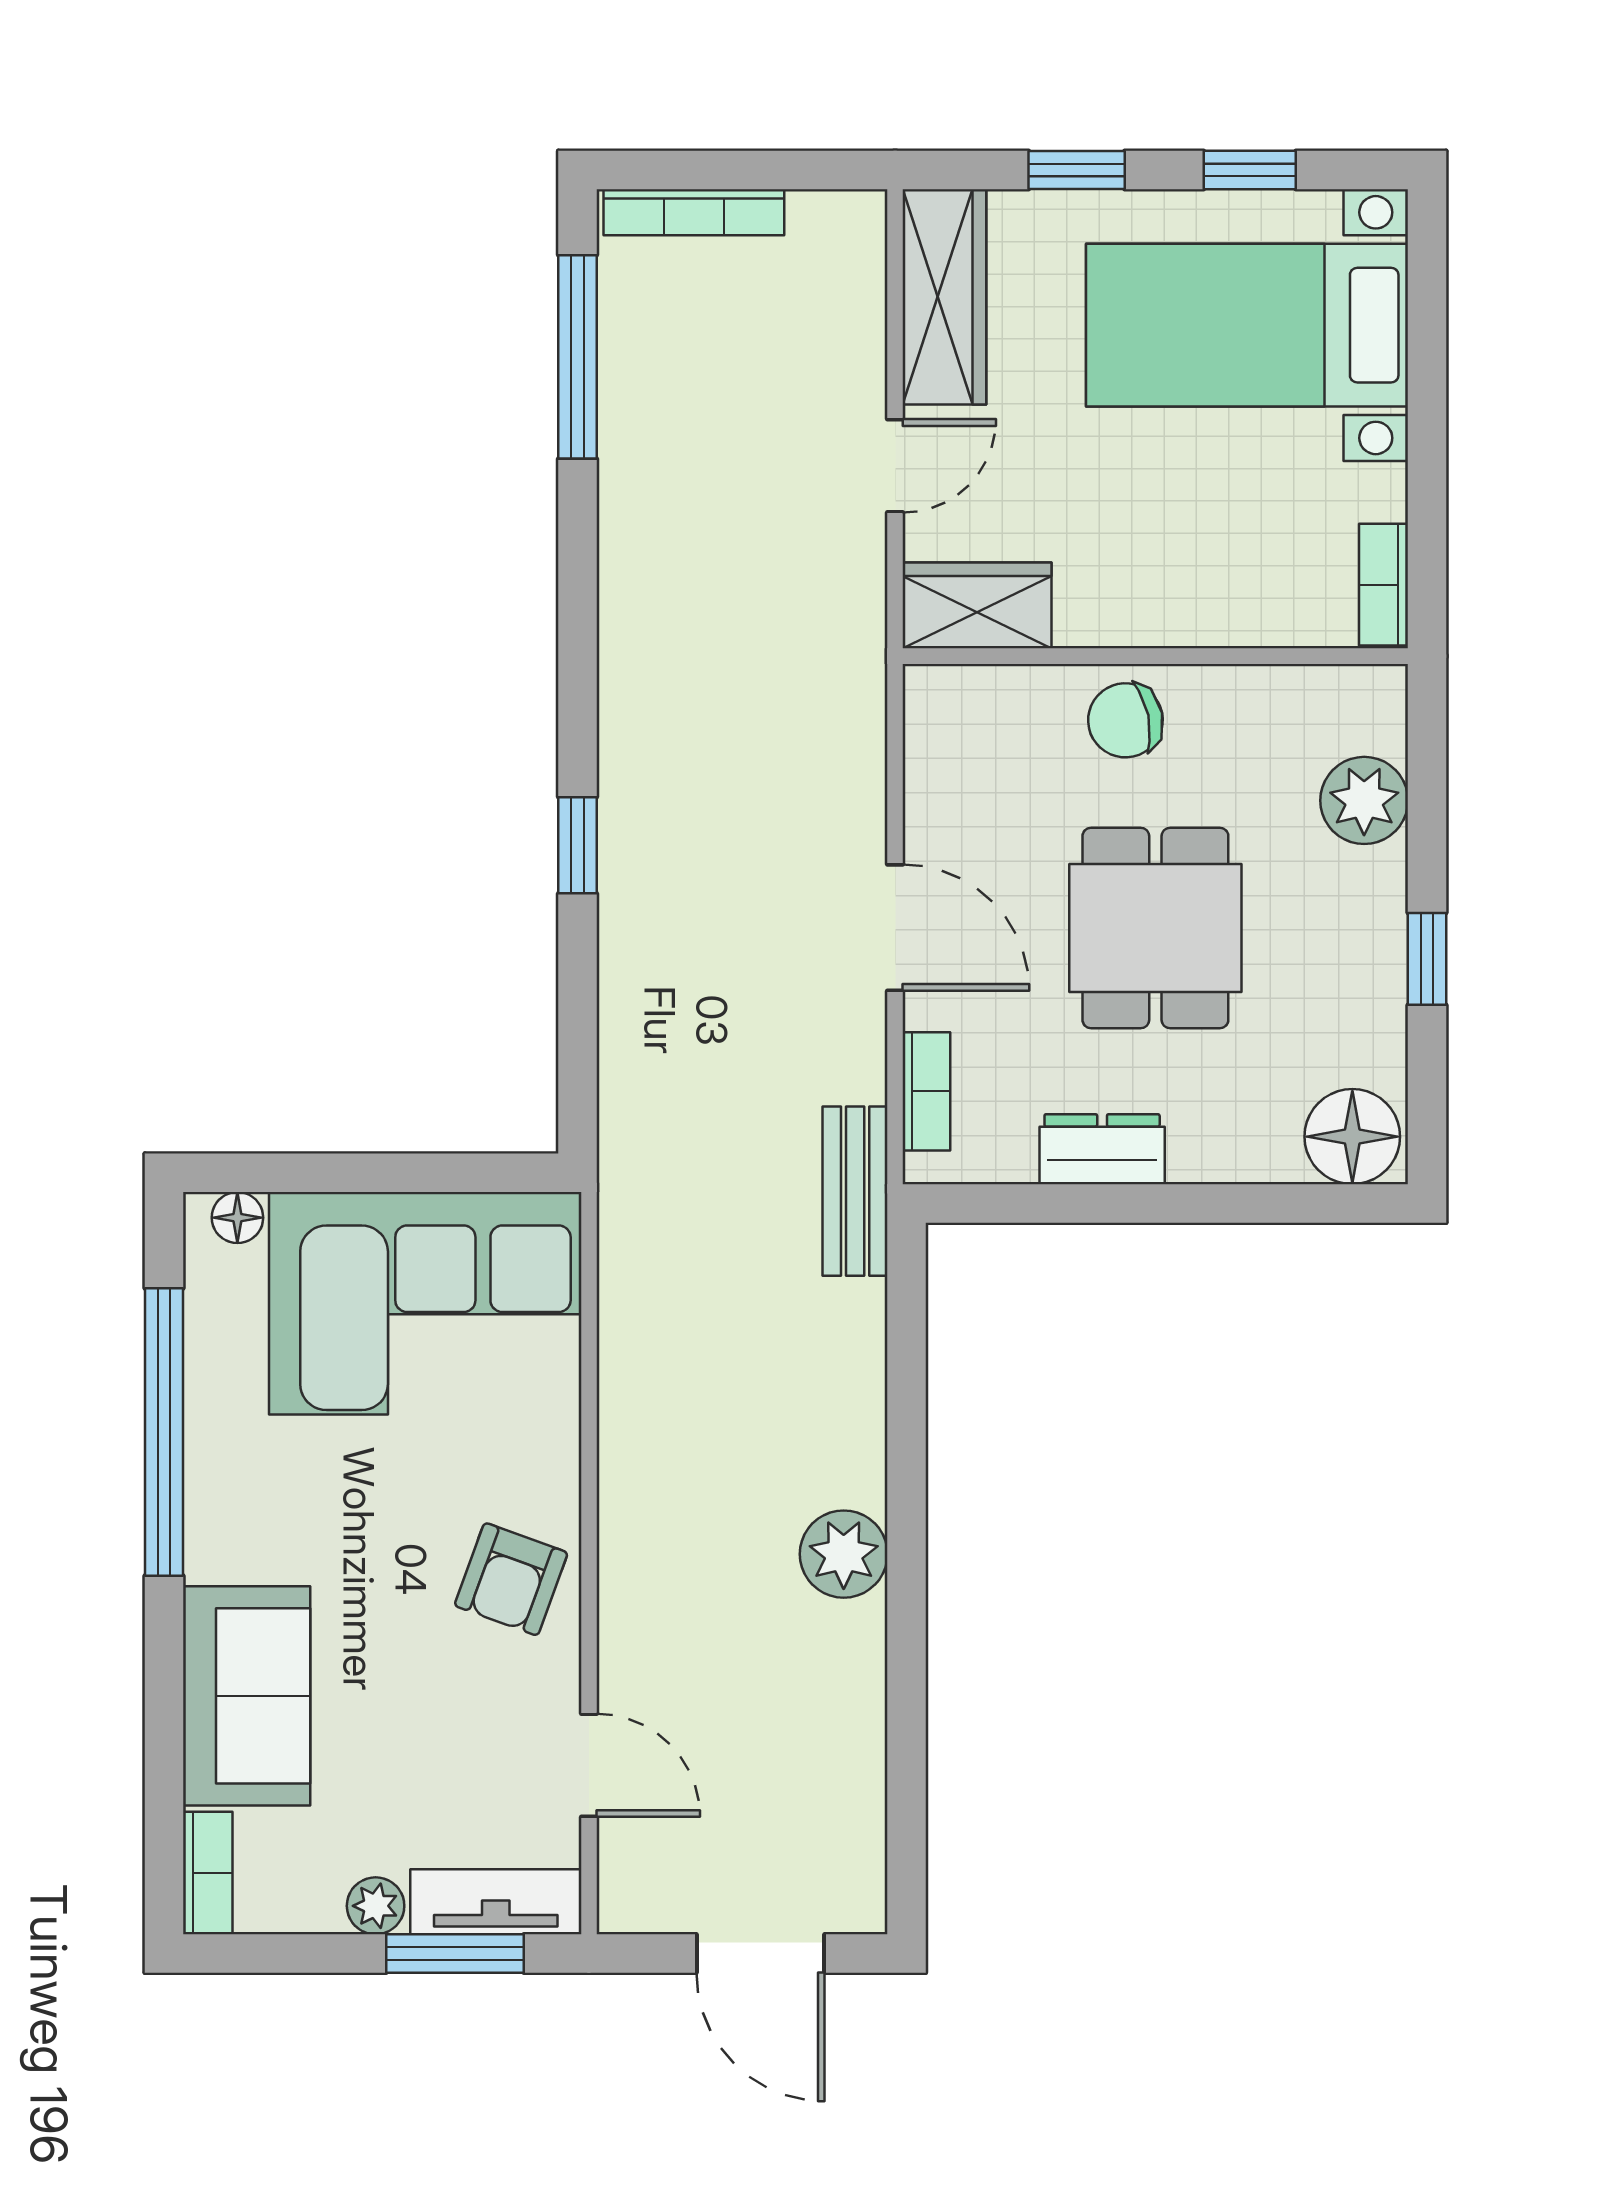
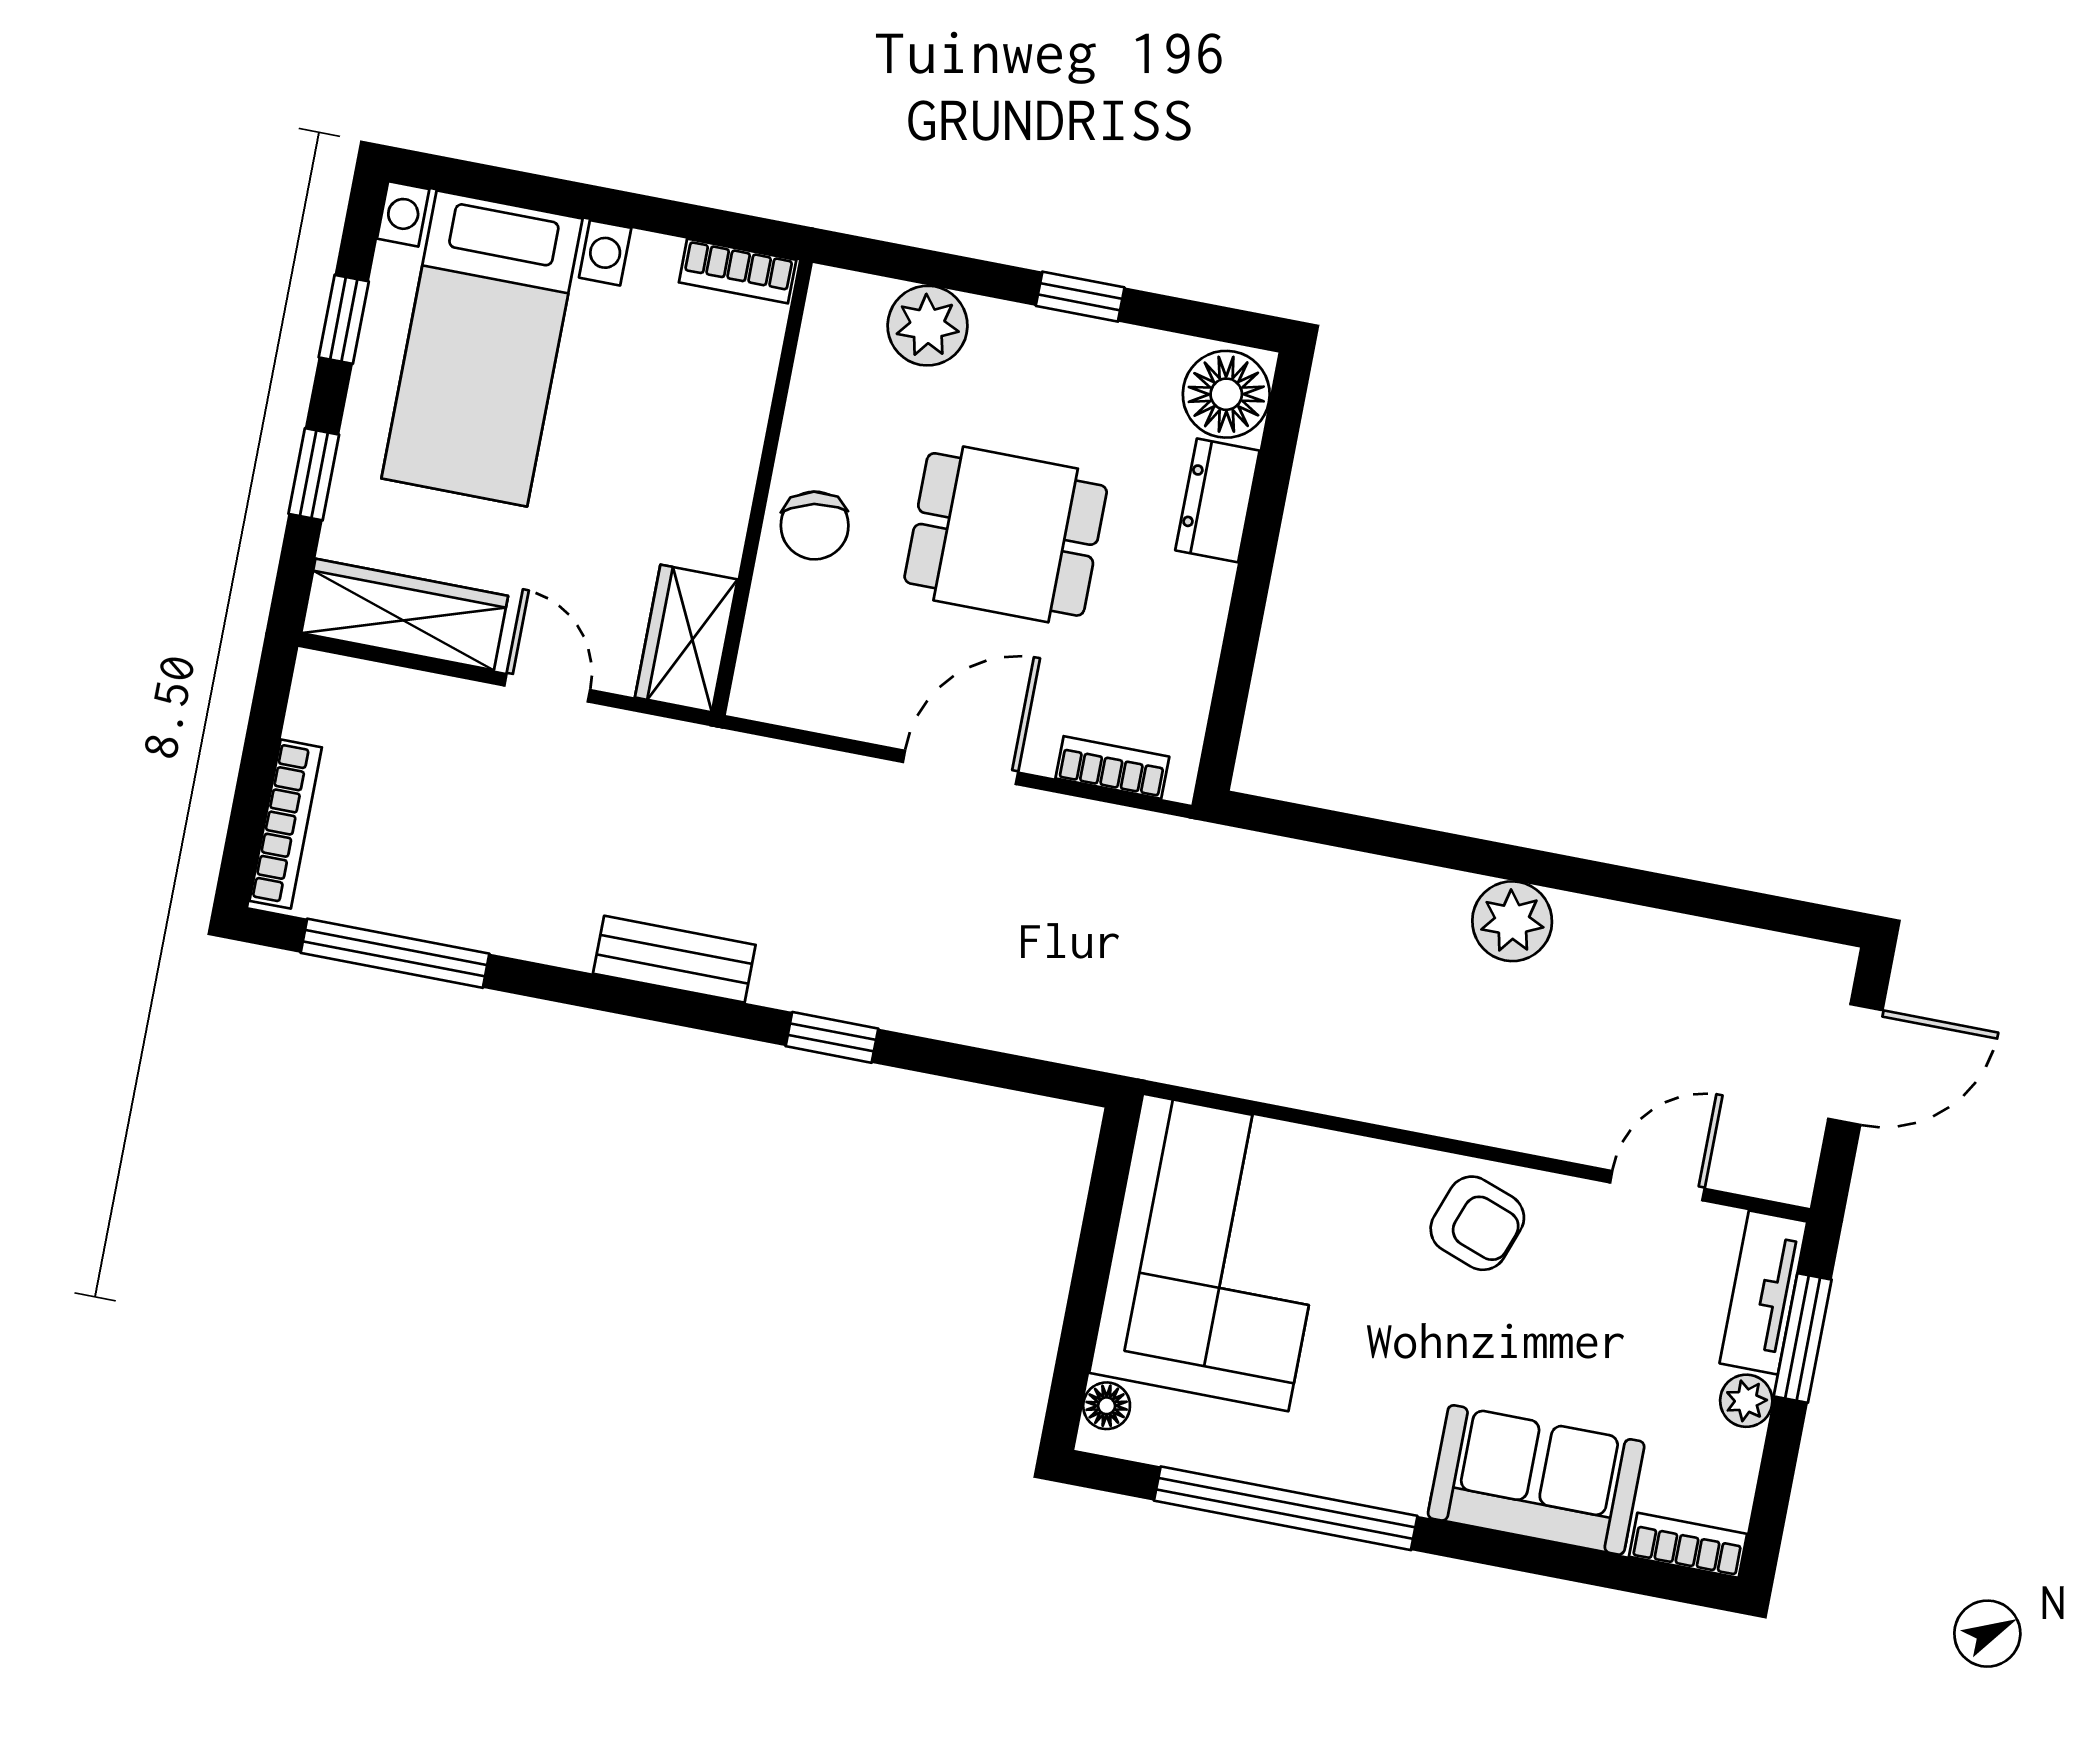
dresser: (1102, 1149) -> (1217, 500), moved
bench: (855, 1191) -> (674, 959), moved

